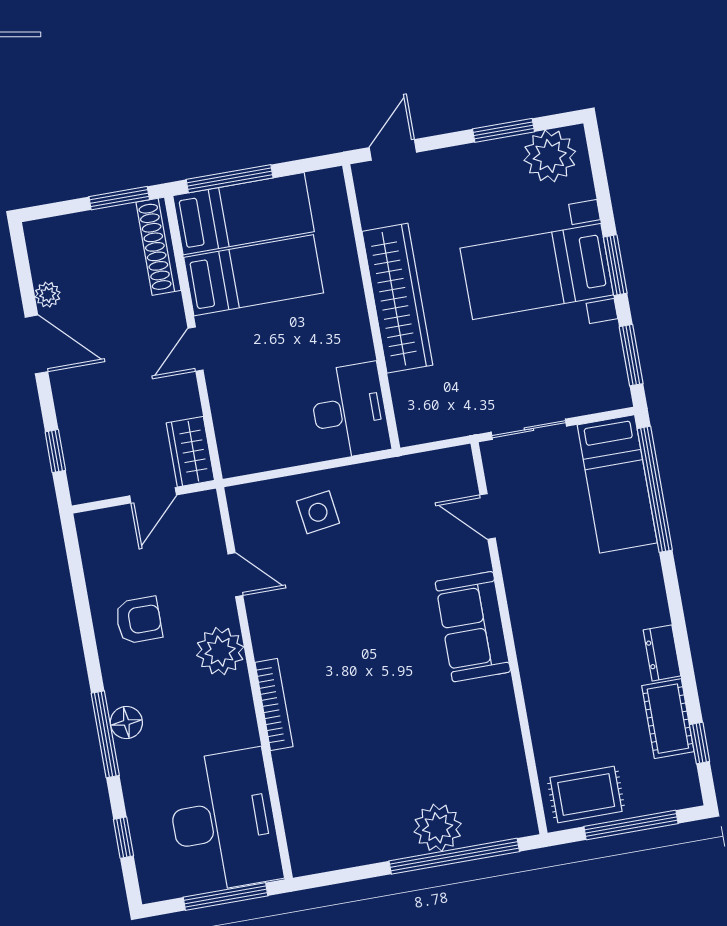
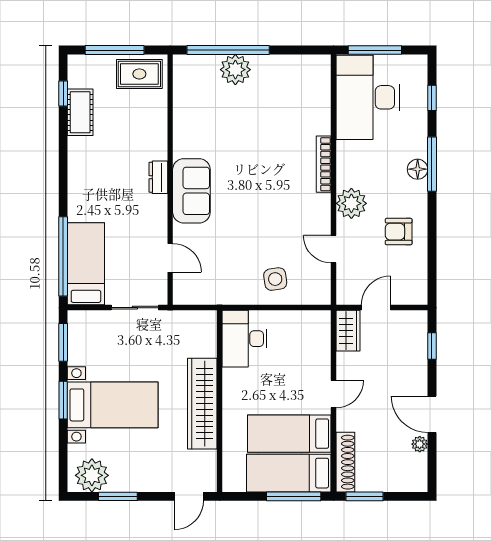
dresser: (662, 653) -> (158, 177), moved, turned 180

